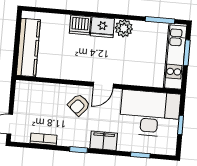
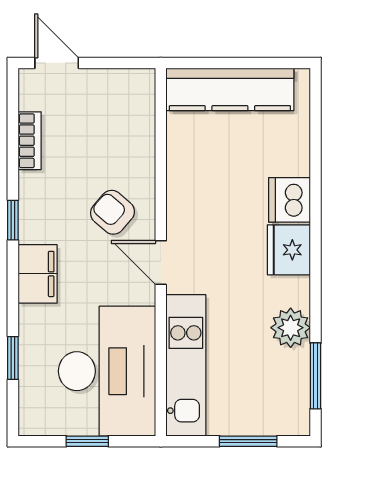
plant: (124, 28) -> (291, 328), moved
kitchen unit: (175, 57) -> (186, 365), moved, turned 90

